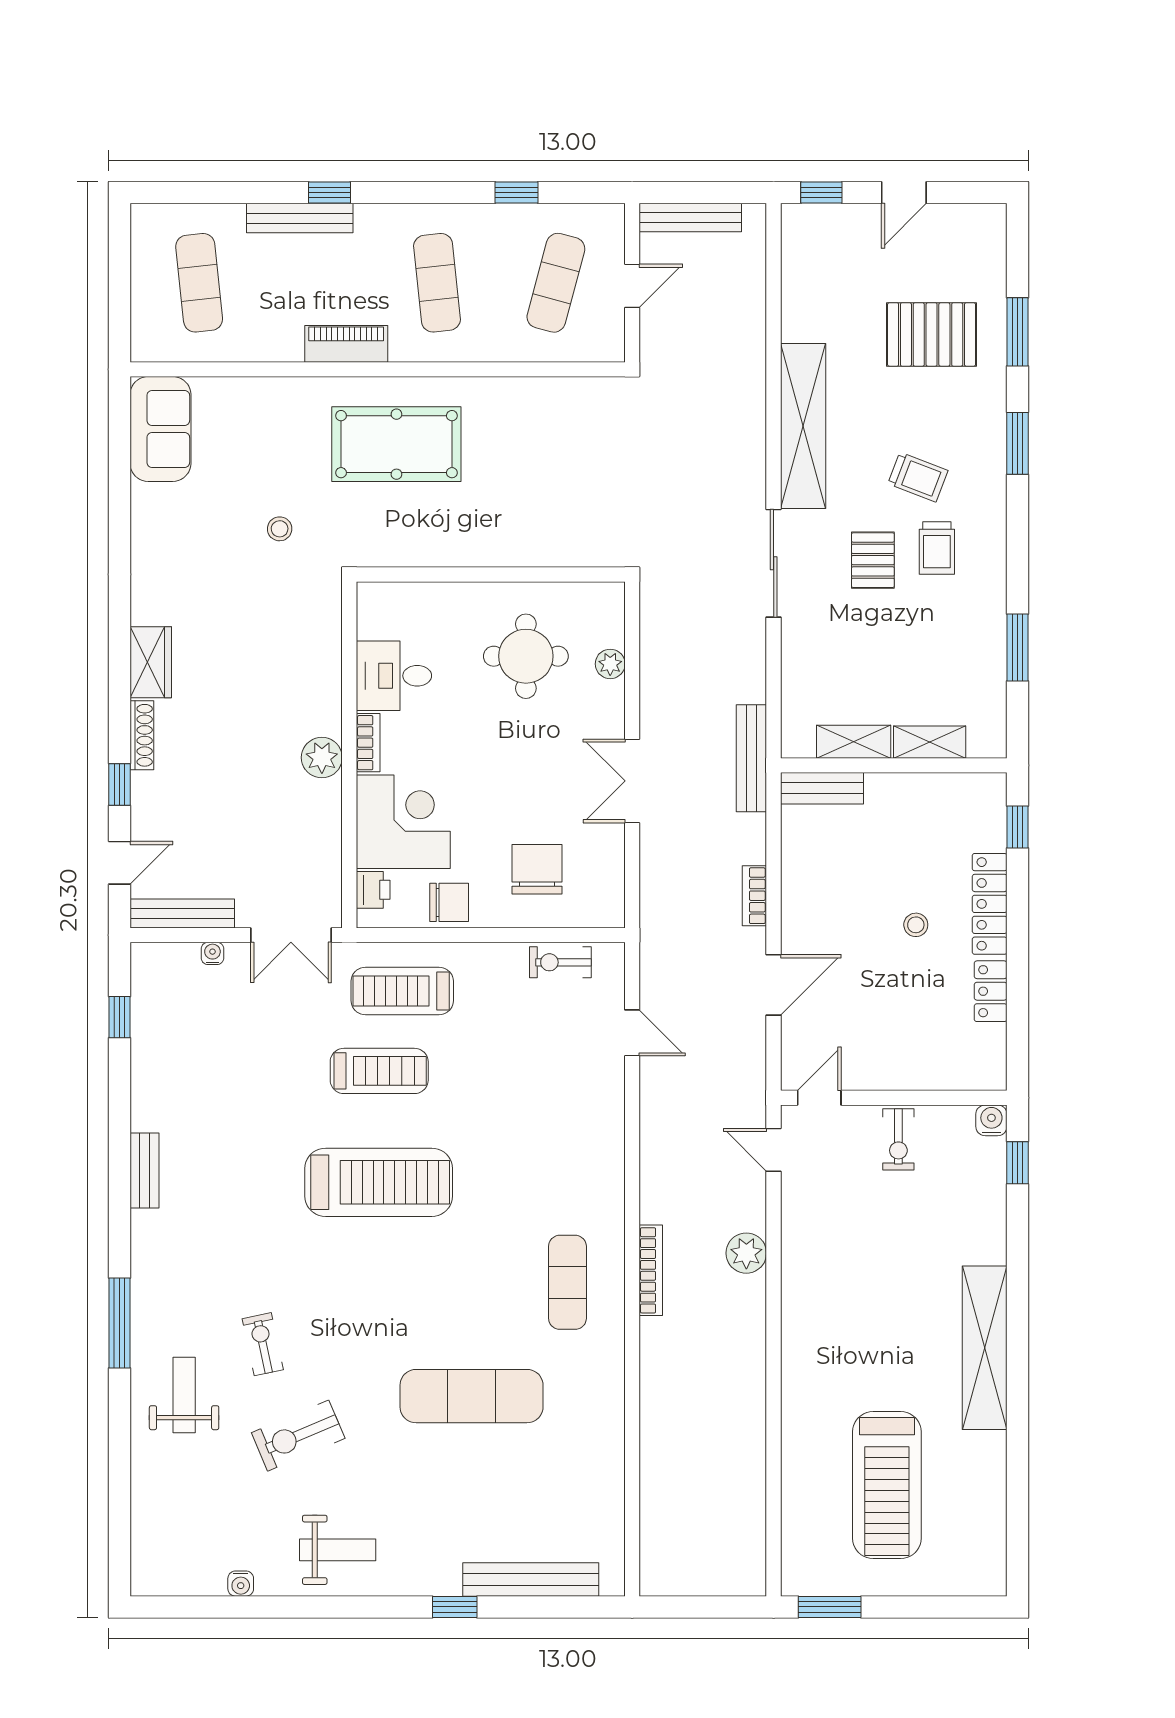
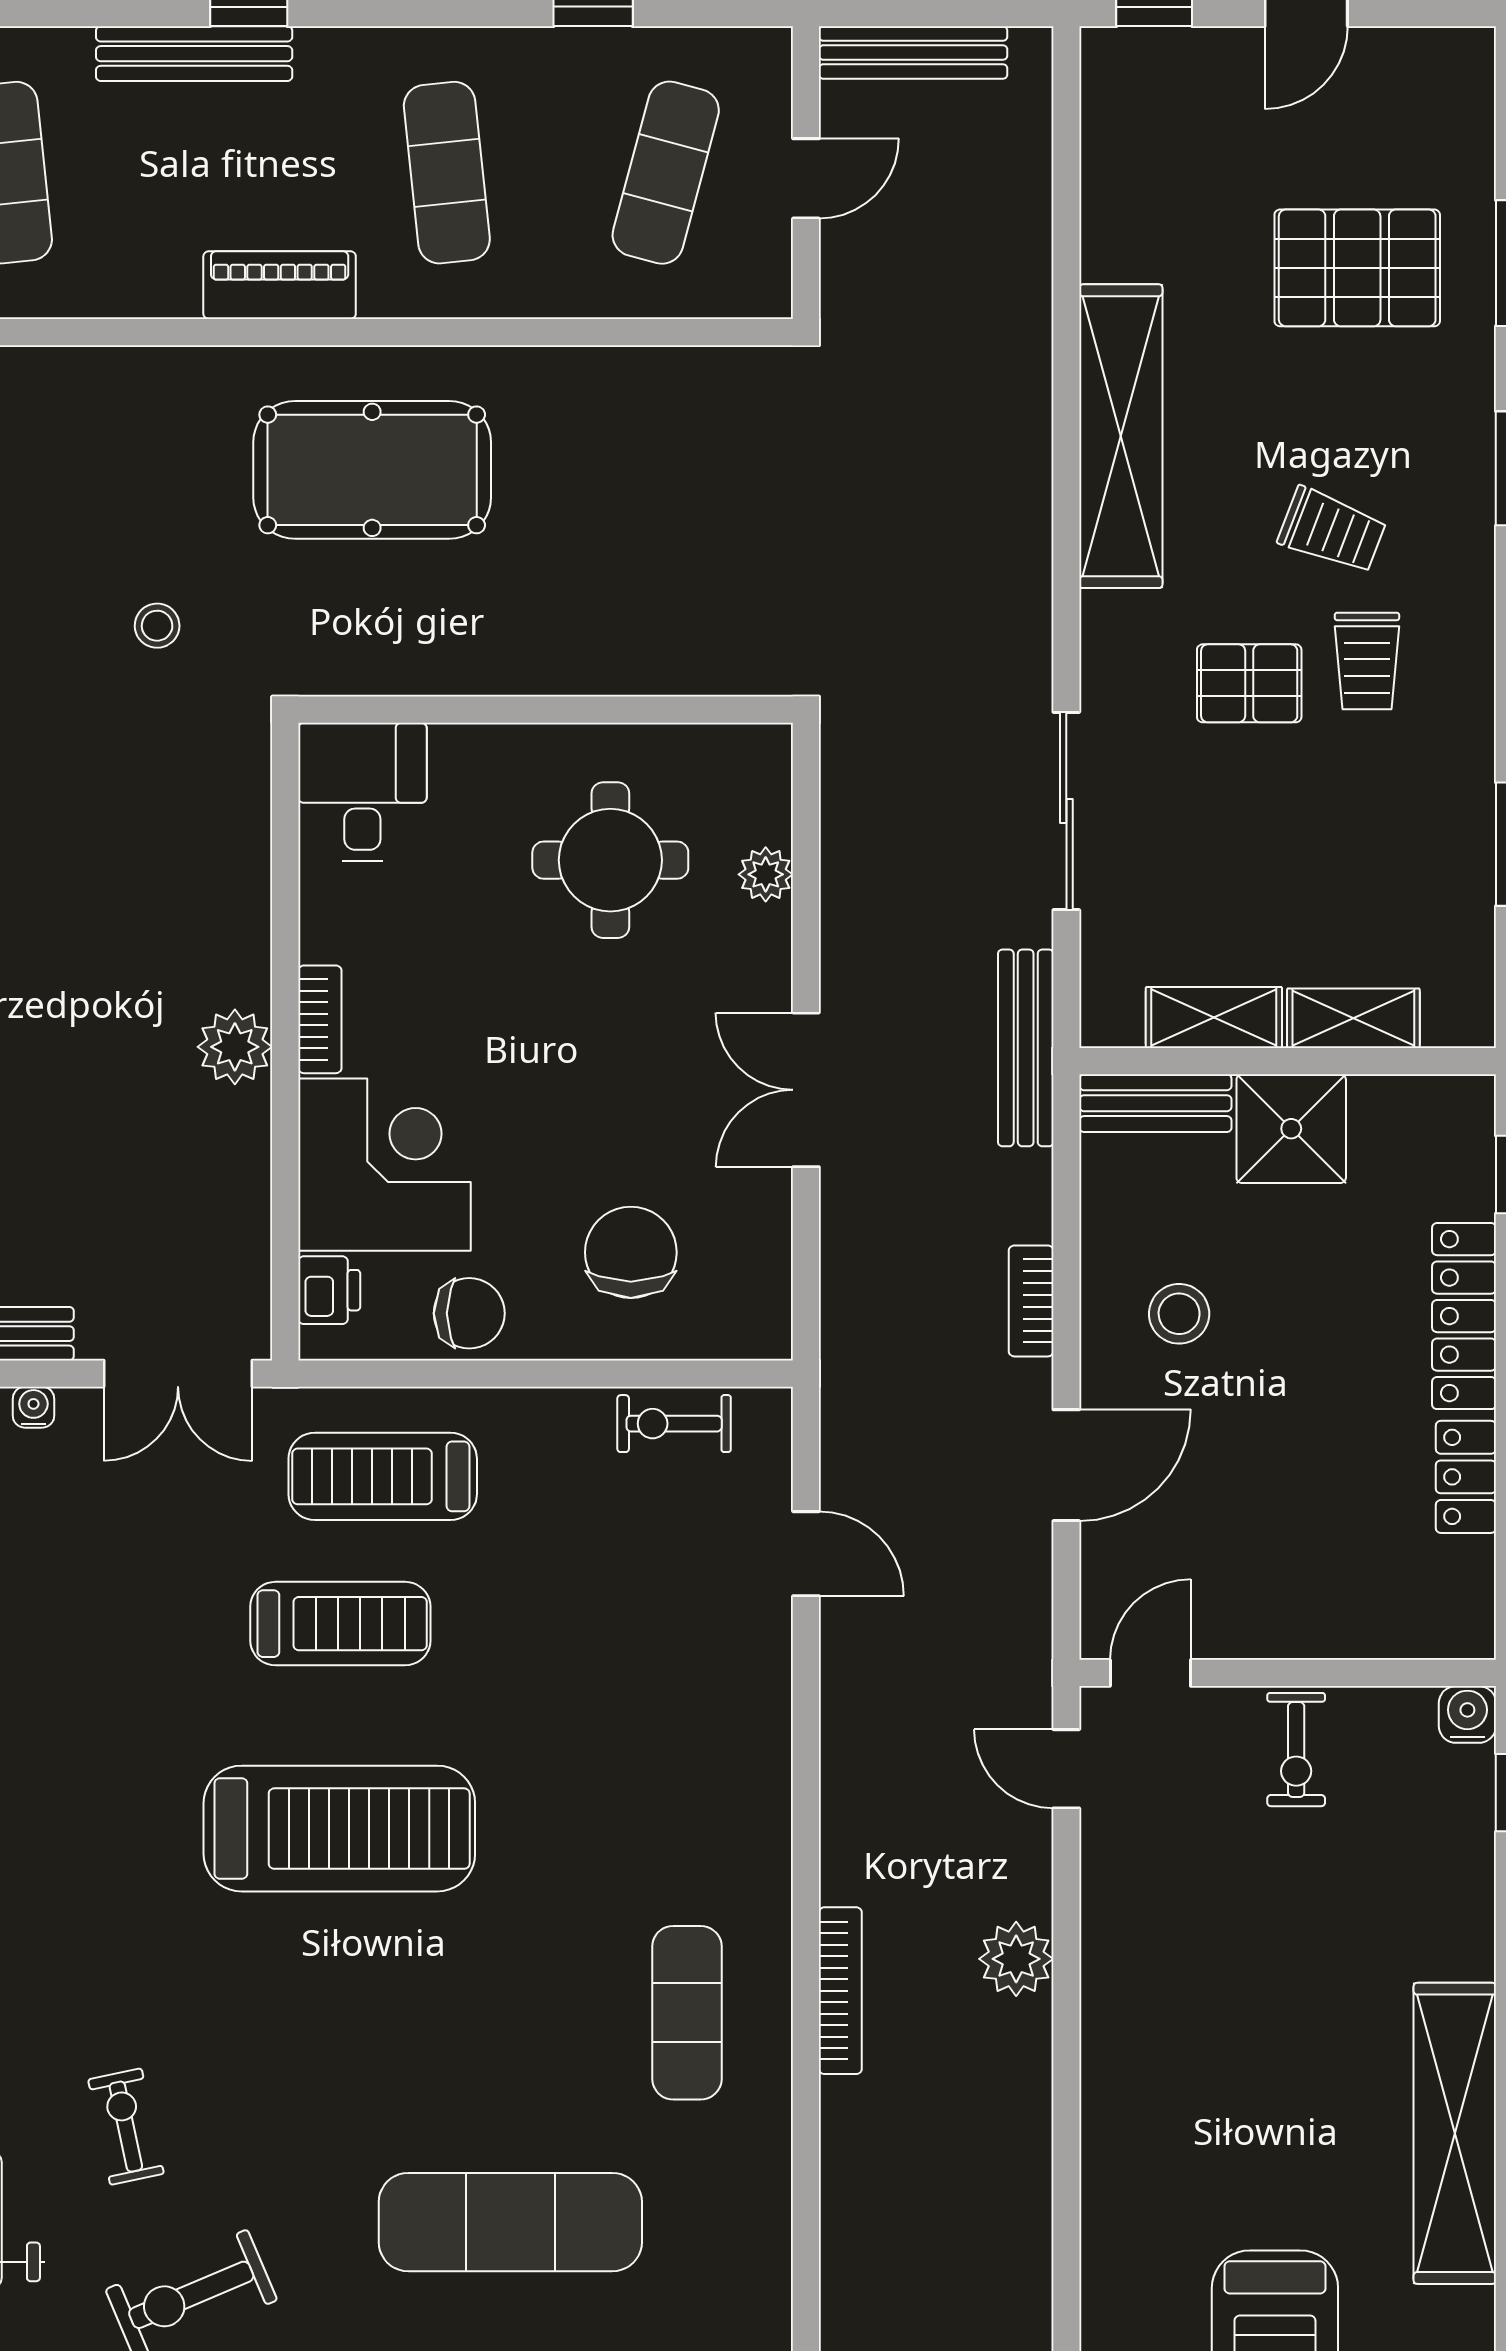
pallet: (873, 560) -> (1249, 683), turned 90
sliding door: (774, 563) -> (1066, 811), moved
desk: (394, 676) -> (362, 792), moved, turned 90
shower: (896, 802) -> (1291, 1129), added
stool: (916, 925) -> (1179, 1314), moved, width x1.37, depth x1.37

